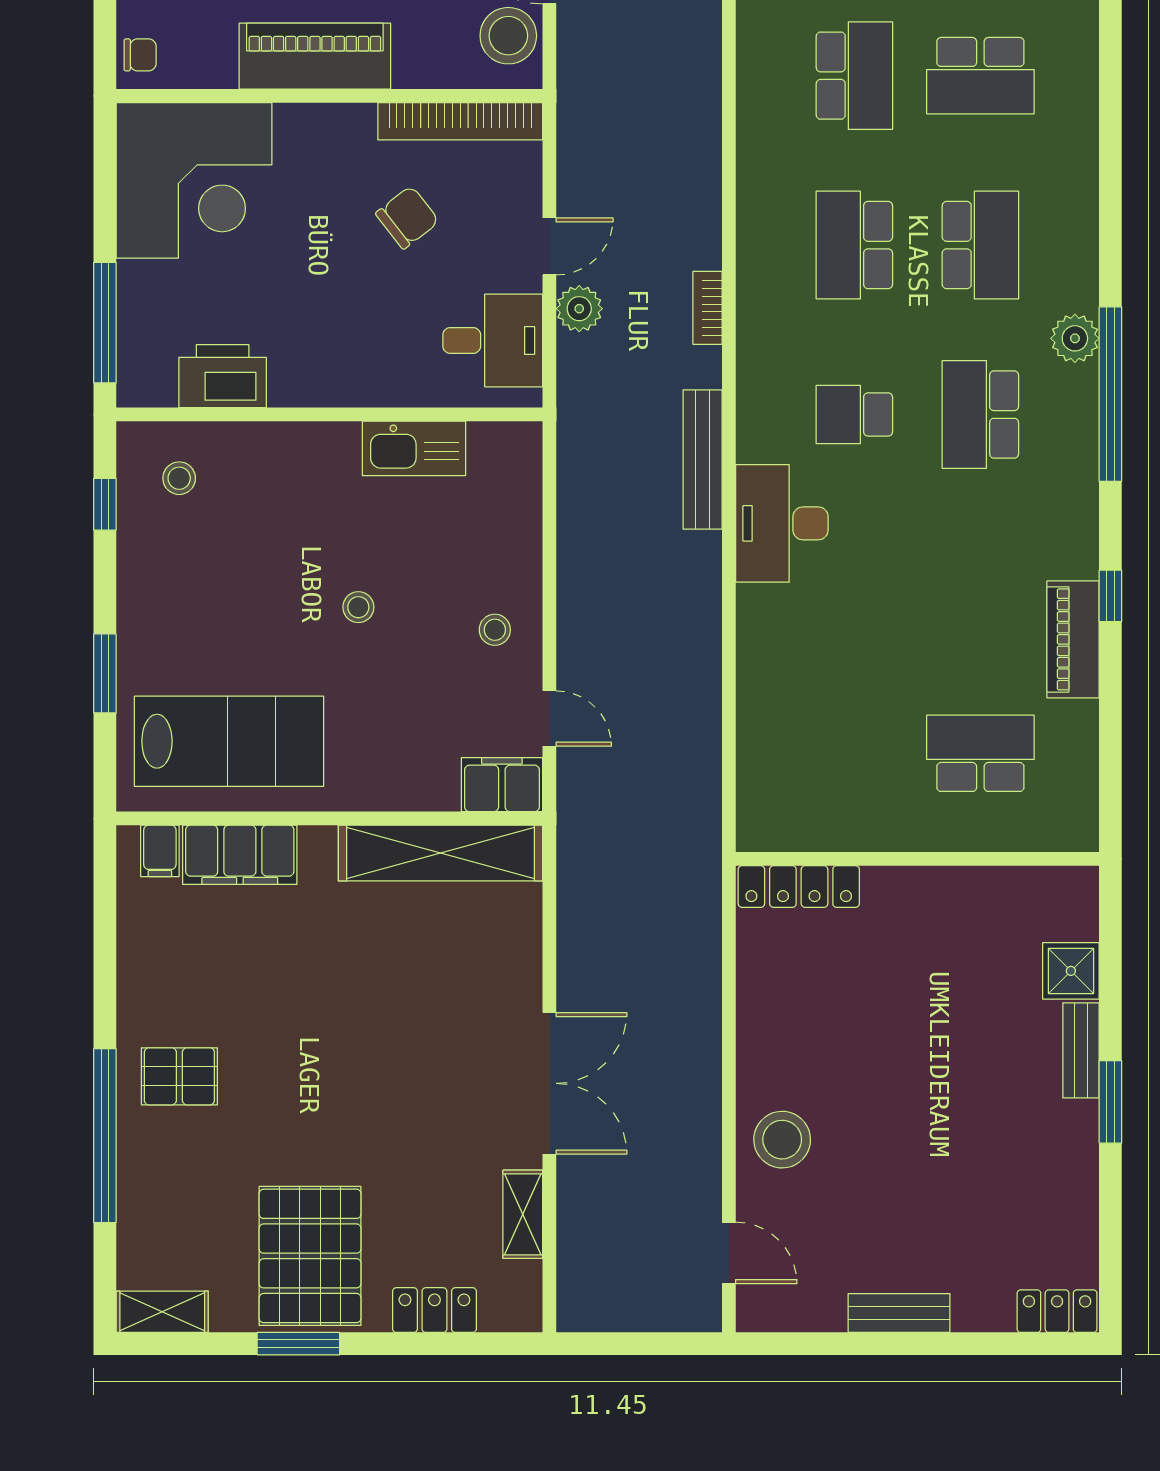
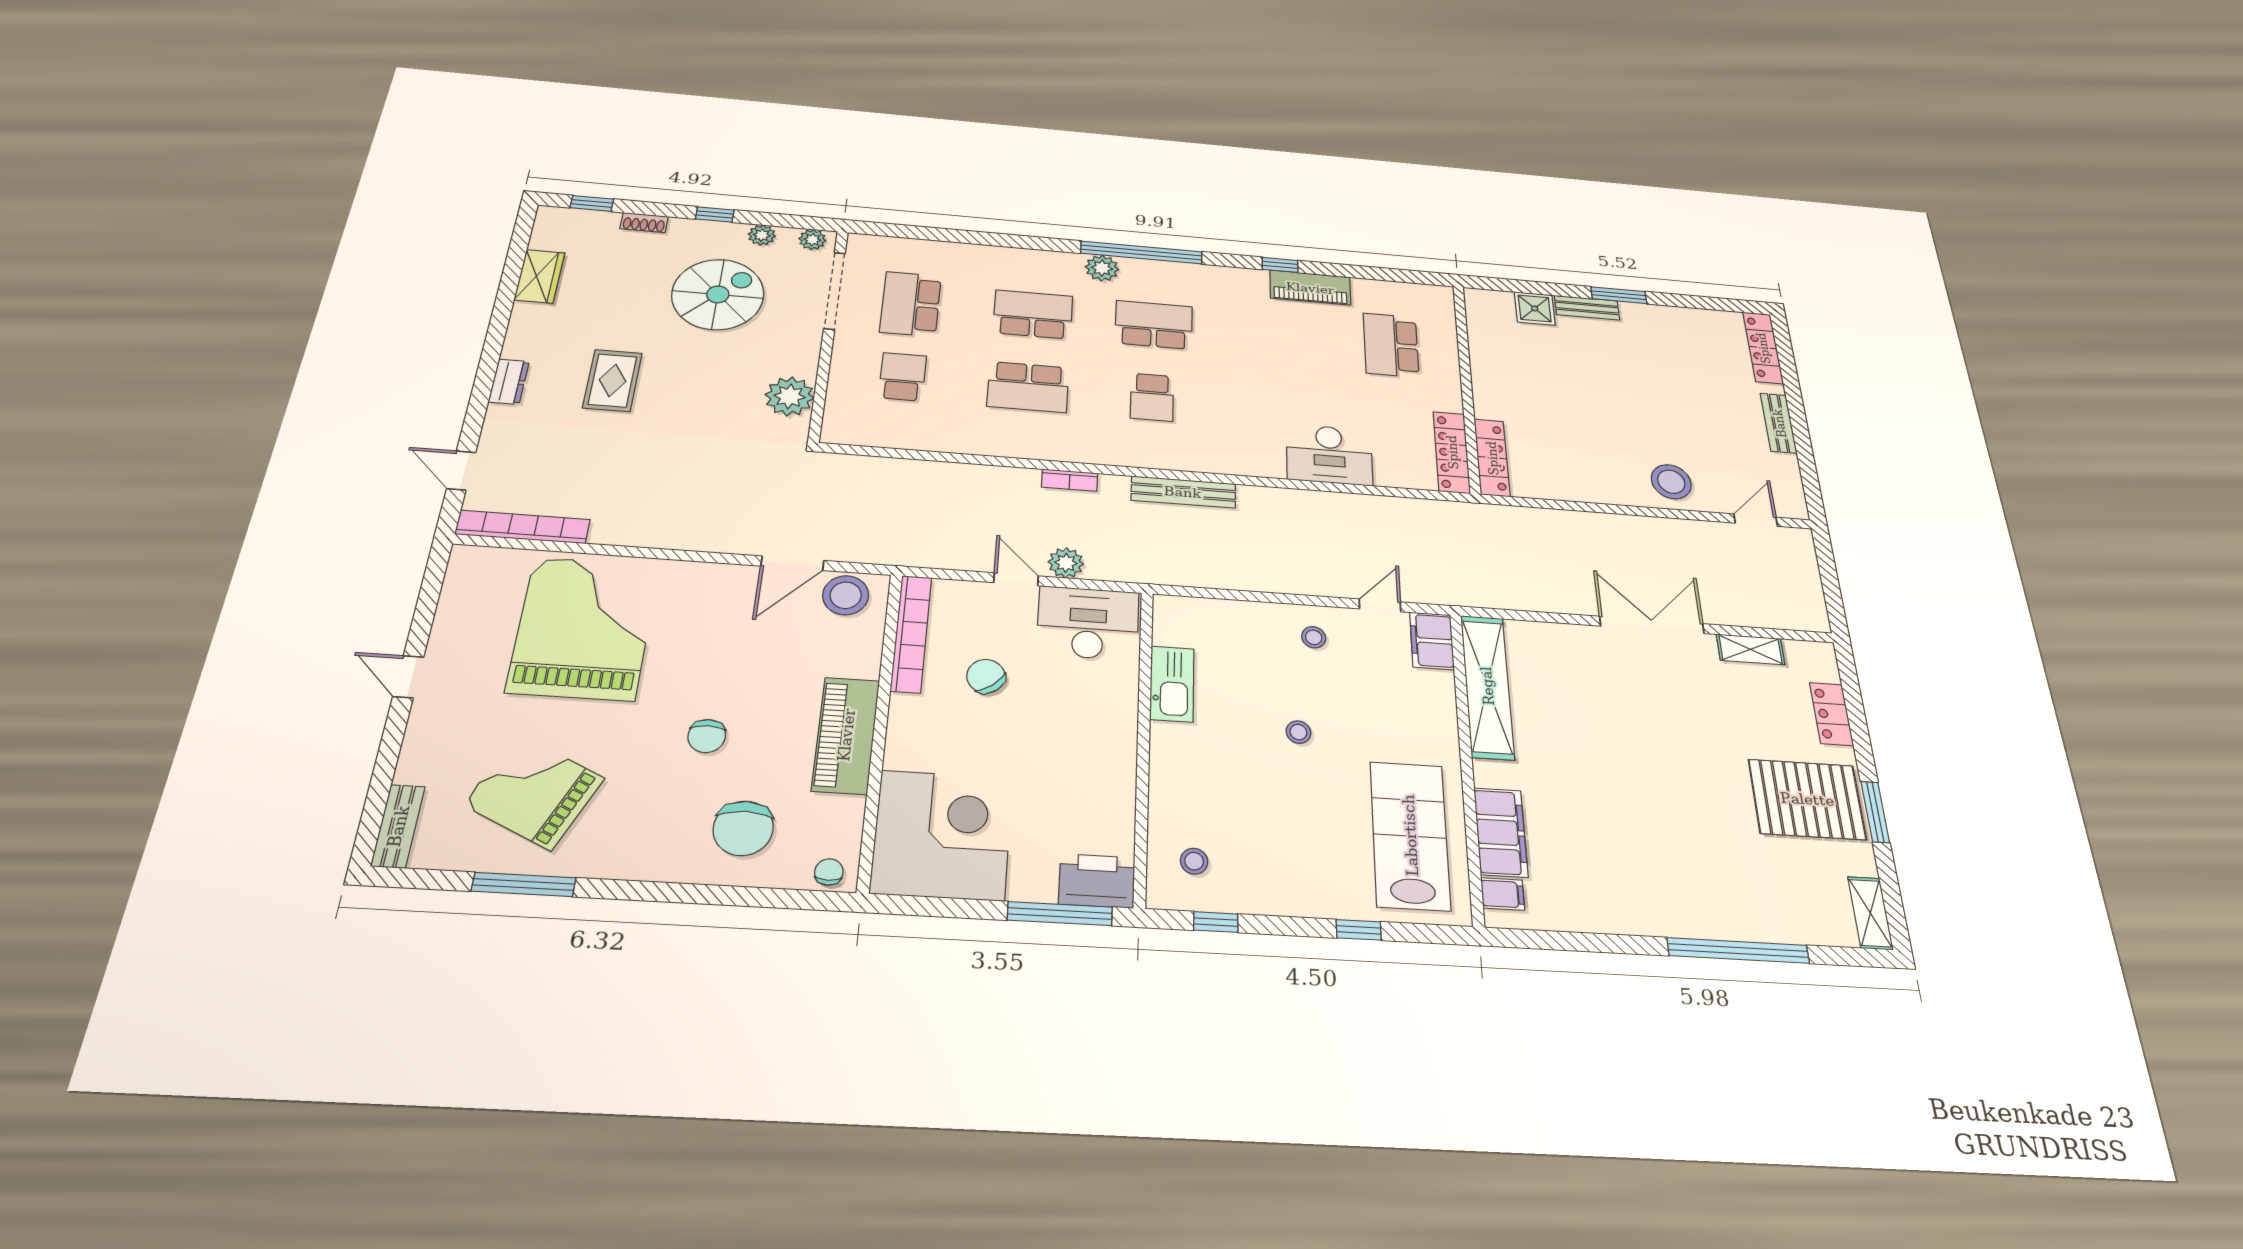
school desk: (854, 76) -> (902, 377), width x0.54
school desk: (980, 76) -> (911, 304), turned 180
desk: (493, 341) -> (1088, 623), width x1.37
printer: (223, 376) -> (1097, 881), moved, turned 90
school desk: (980, 414) -> (1154, 325), turned 180
desk: (782, 523) -> (1329, 455), moved
window: (105, 673) -> (1359, 930), width x0.67
locker: (802, 830) -> (1452, 452), added
pallet: (179, 1076) -> (1682, 889), removed
locker: (1057, 1311) -> (1763, 348), width x1.53

